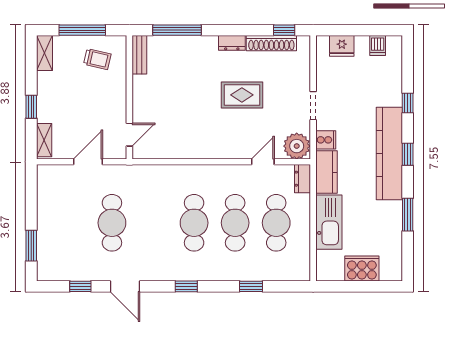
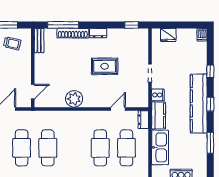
shoe rack: (271, 43) -> (73, 33), moved
dishwasher: (378, 46) -> (202, 35), moved
plant: (297, 146) -> (74, 99), moved
cafe table: (194, 223) -> (48, 148), moved

